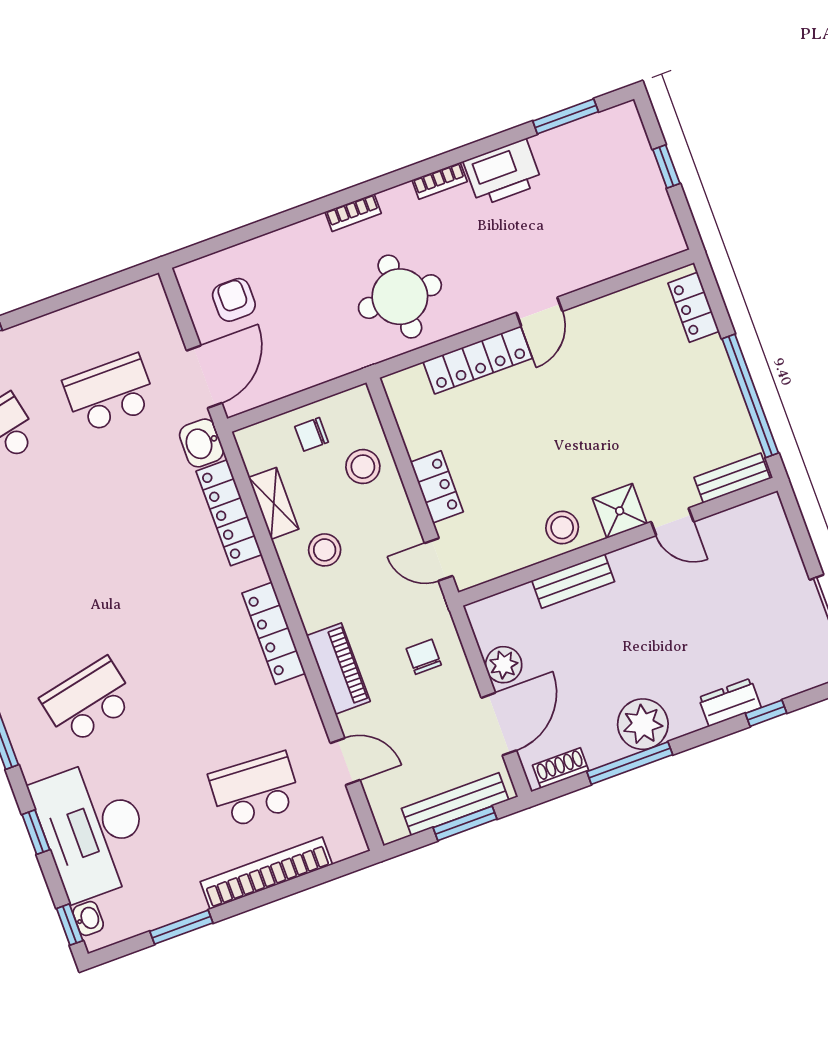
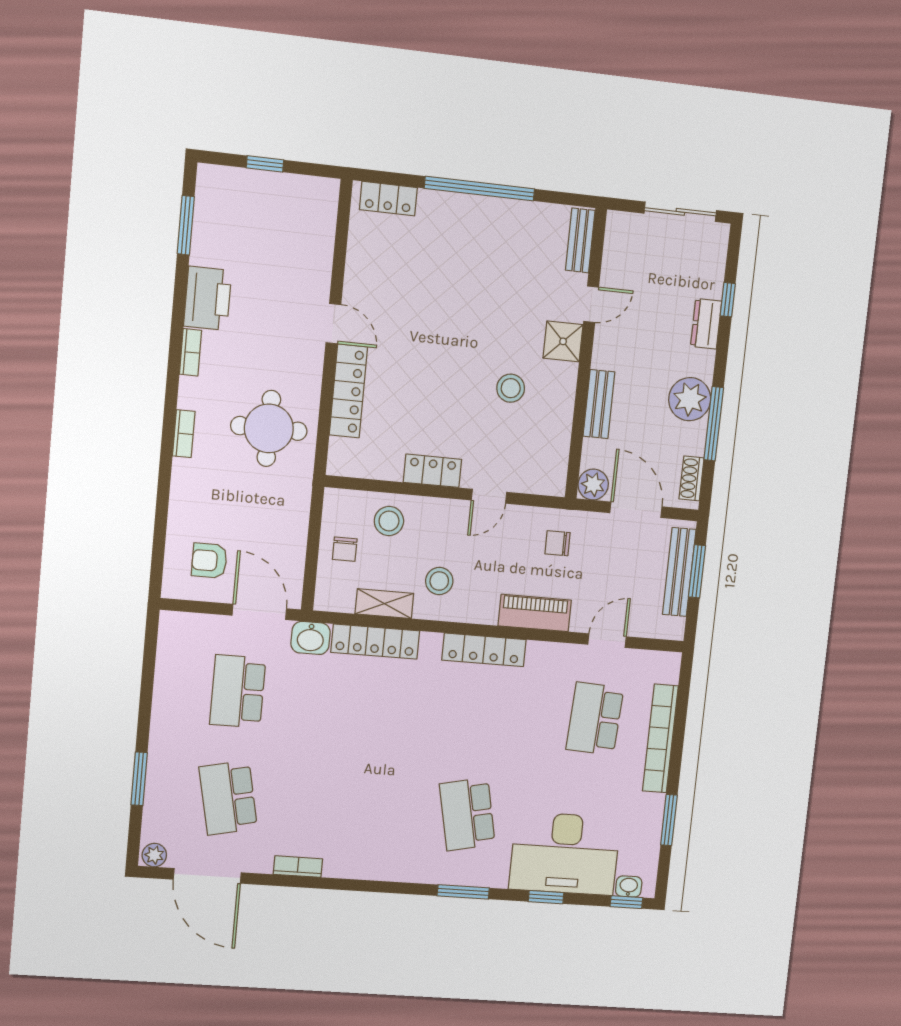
bench: (732, 478) -> (580, 240), moved
shower: (620, 511) -> (563, 341), moved
door: (672, 522) -> (591, 304), moved
wall: (618, 542) -> (586, 354), moved
bench: (573, 581) -> (599, 404), moved

